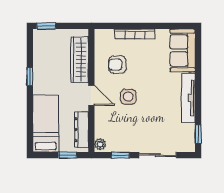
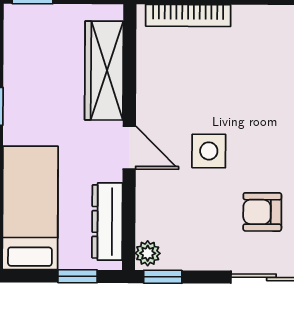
bookcase: (135, 34) -> (188, 15), moved
armchair: (117, 65) -> (262, 212), moved
window: (120, 155) -> (163, 277), moved

